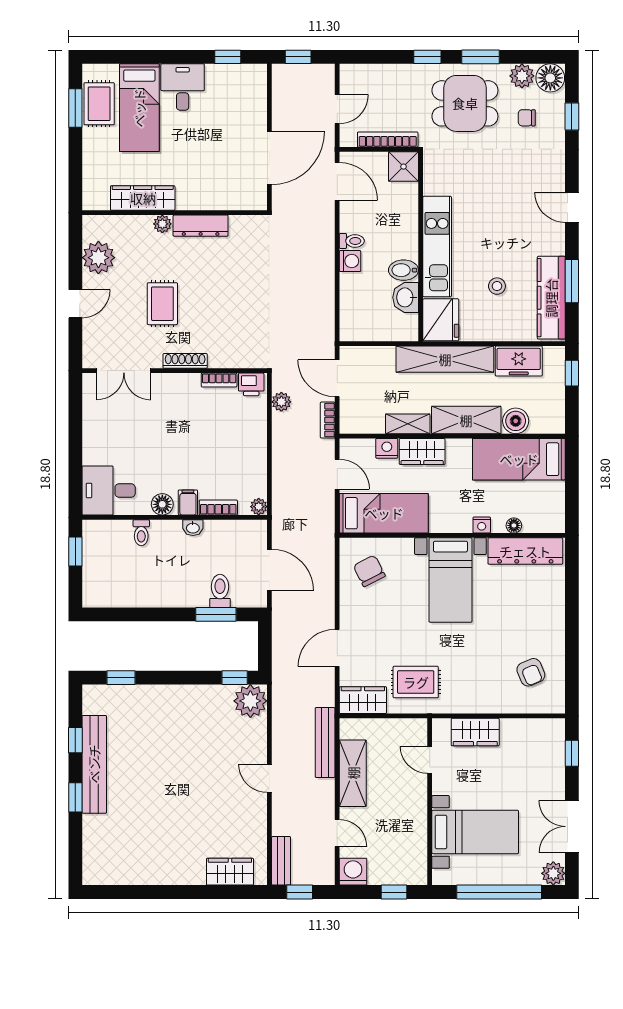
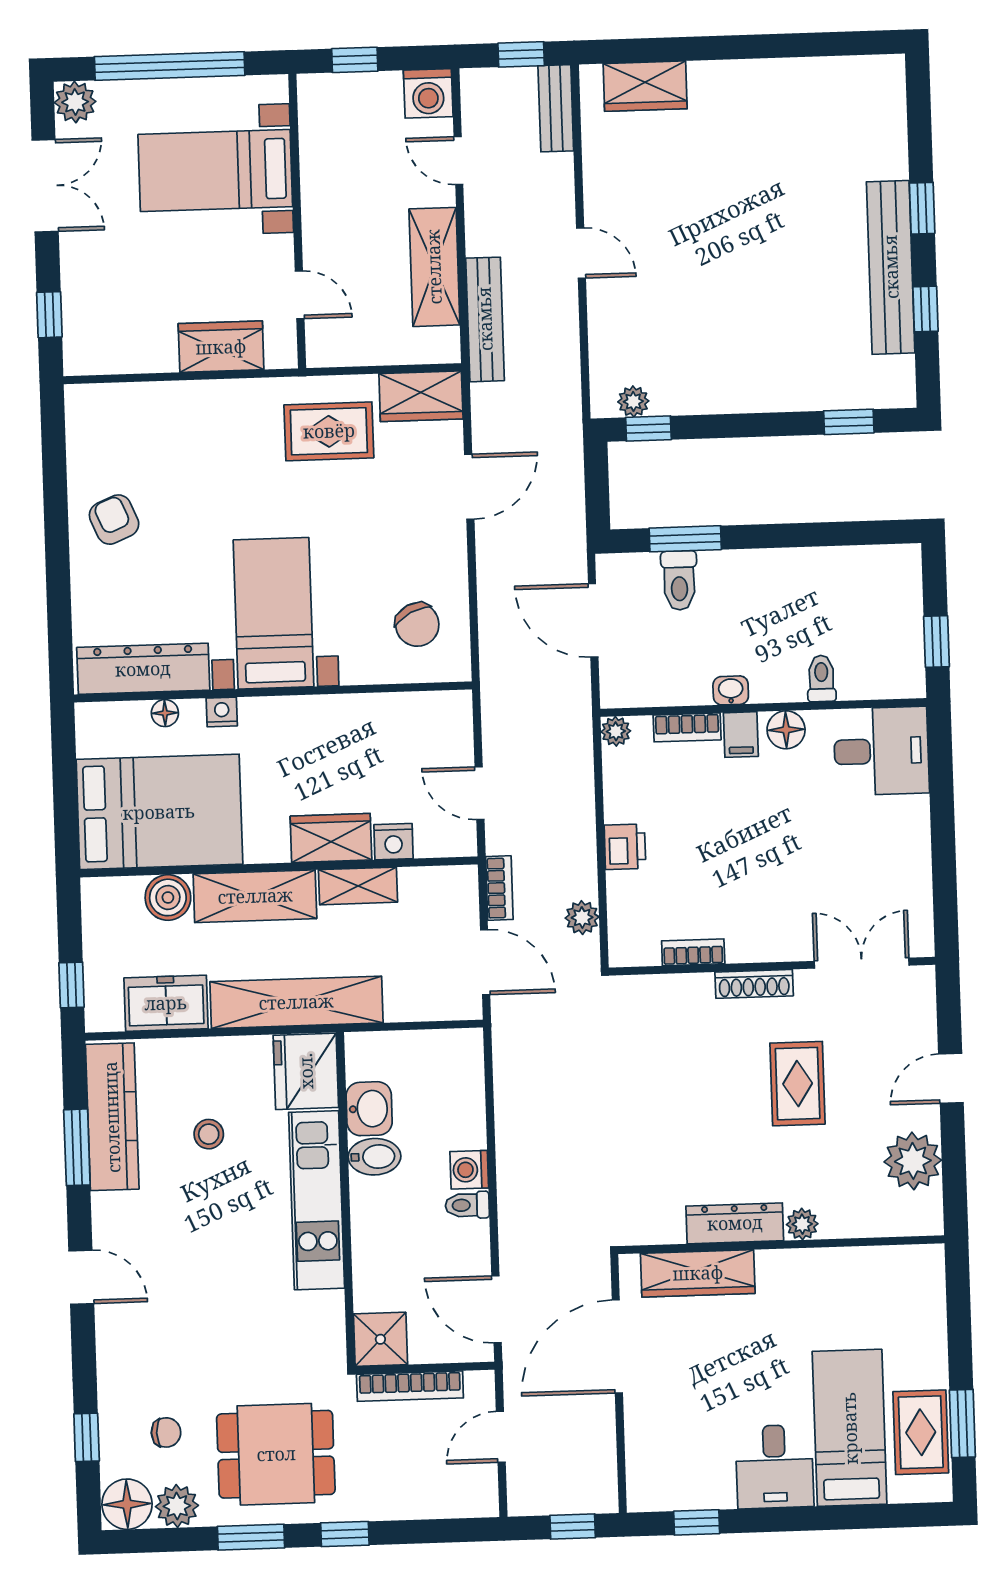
wardrobe: (143, 198) -> (698, 1273), moved
printer: (251, 384) -> (625, 847), moved, turned 90
bed: (519, 459) -> (159, 812), width x1.50
bed: (384, 513) -> (395, 727), removed
armchair: (531, 672) -> (114, 520), moved
plant: (250, 701) -> (633, 401), width x0.53, depth x0.53

